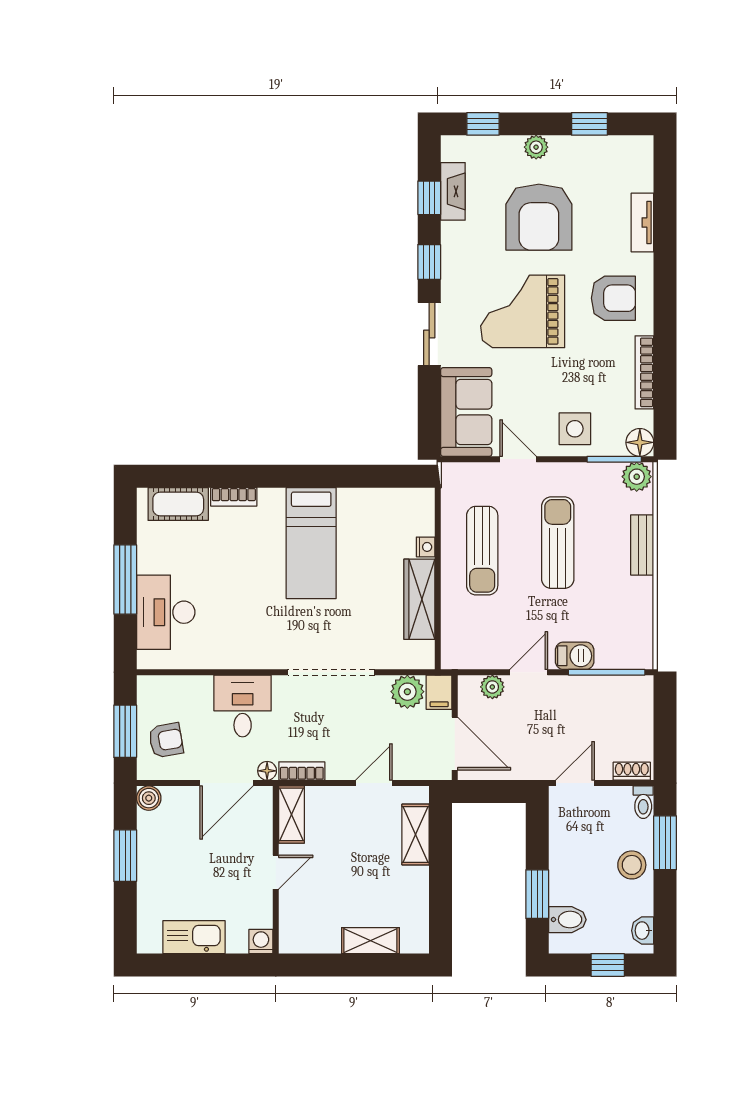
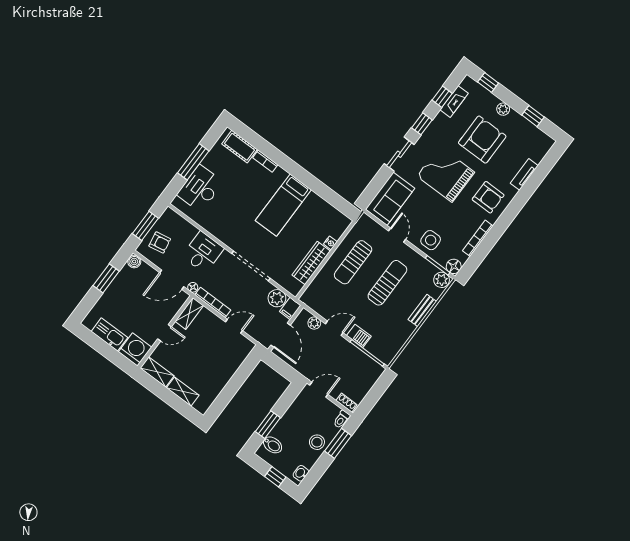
armchair: (539, 217) -> (482, 140), turned 180
bookcase: (302, 771) -> (213, 302), width x1.56
shelving: (416, 835) -> (157, 372), moved, turned 90
washing machine: (261, 942) -> (135, 350), width x1.89, depth x1.89

